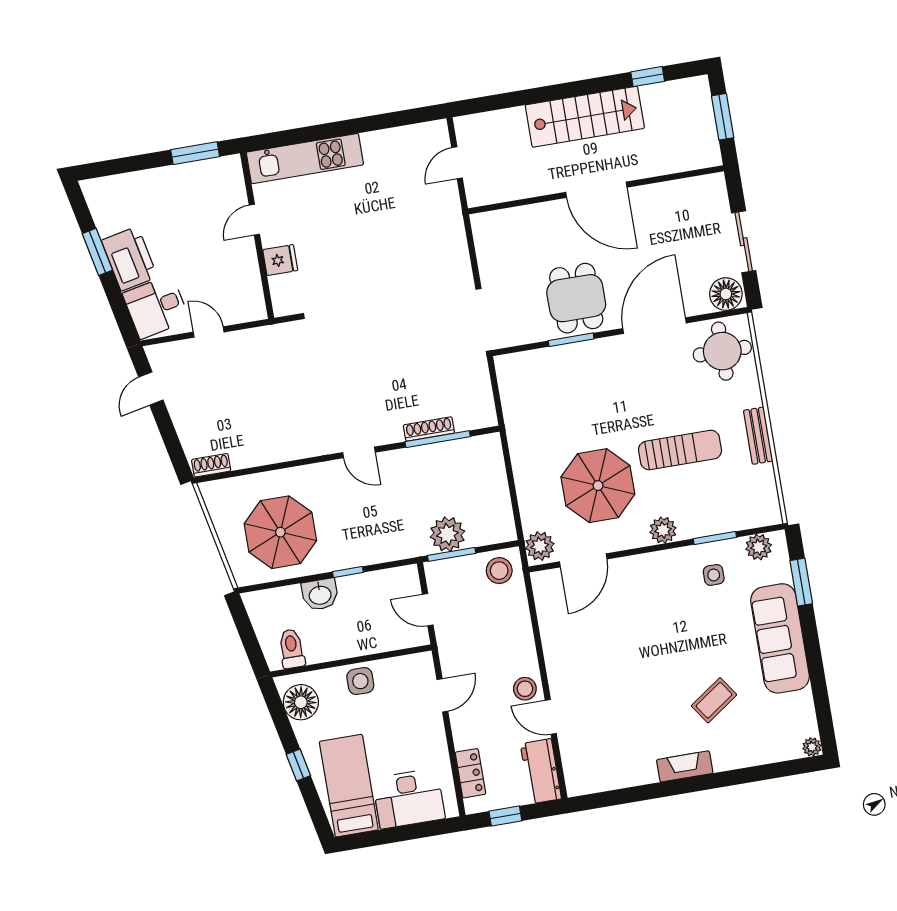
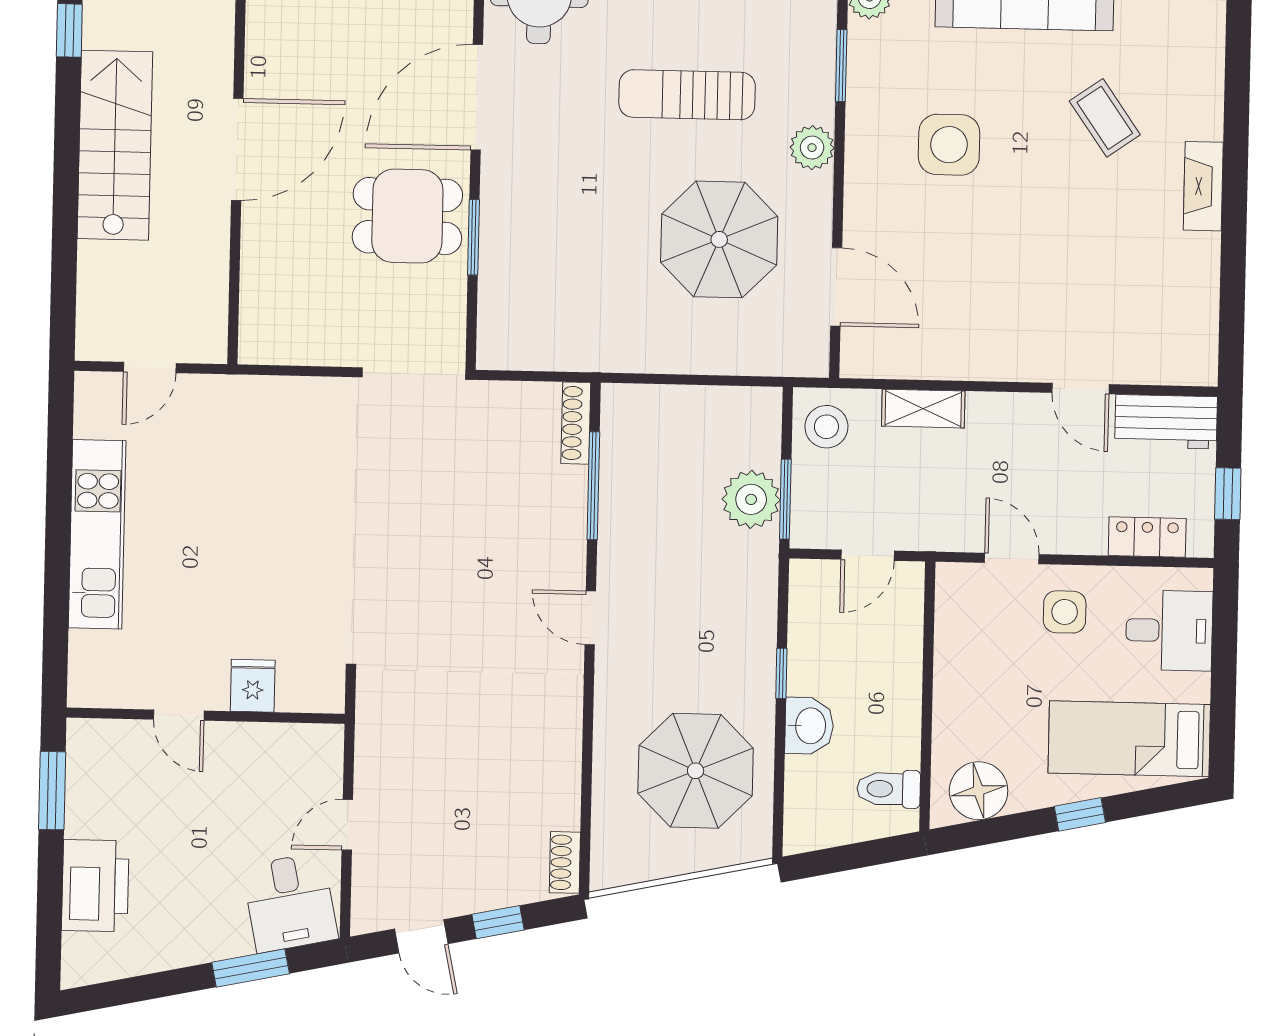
kitchen unit: (305, 159) -> (97, 534), moved
door: (457, 163) -> (150, 367), hinge flipped
window: (97, 252) -> (251, 968), moved
printer: (129, 259) -> (95, 886), moved, turned 102
door: (655, 326) -> (477, 97), hinge flipped
shoe rack: (429, 429) -> (576, 423), moved
window: (168, 432) -> (498, 922), added
sun lounger: (680, 450) -> (687, 95), turned -90
door: (359, 452) -> (590, 618), swing flipped
plant: (540, 546) -> (799, 353), removed
side table: (714, 575) -> (949, 145), moved, width x1.87, depth x1.87
shelving: (521, 626) -> (923, 409), added
side table: (360, 681) -> (1065, 612), moved
stool: (525, 689) -> (1027, 422), removed
door: (551, 717) -> (1081, 389), hinge flipped
desk: (409, 798) -> (1169, 631), width x0.73

